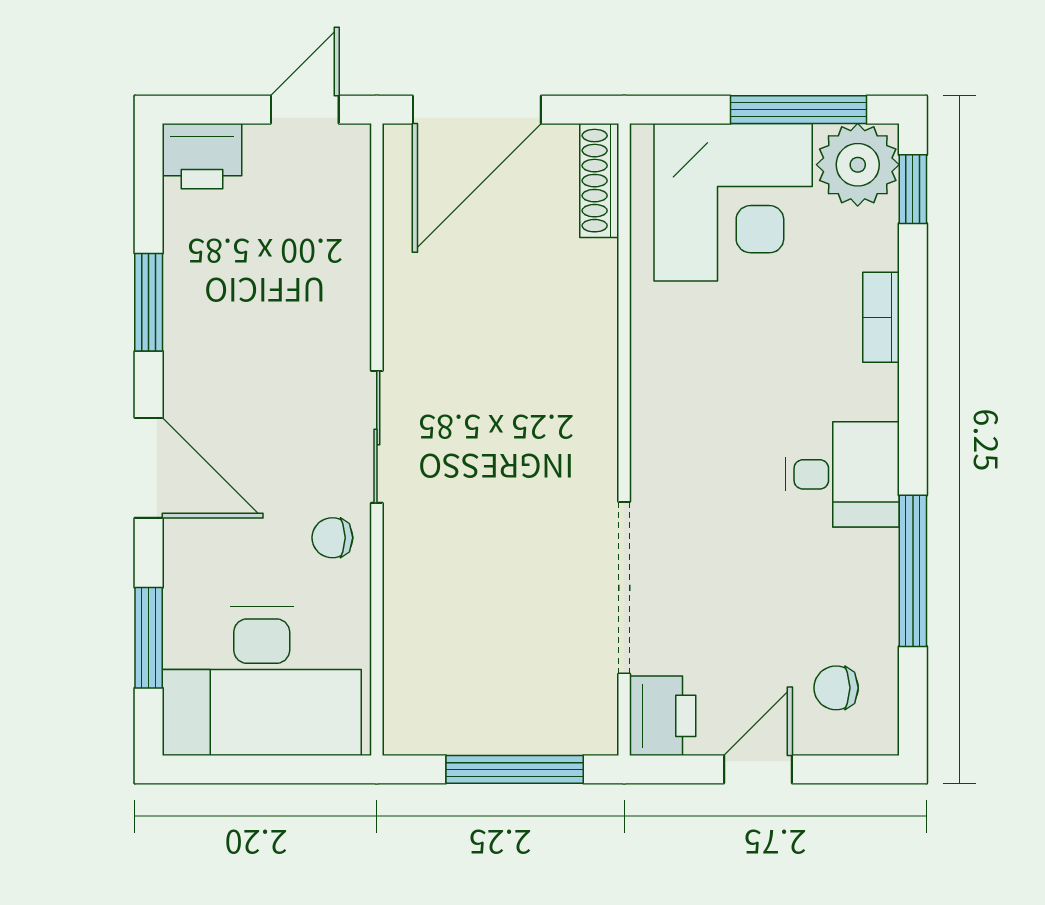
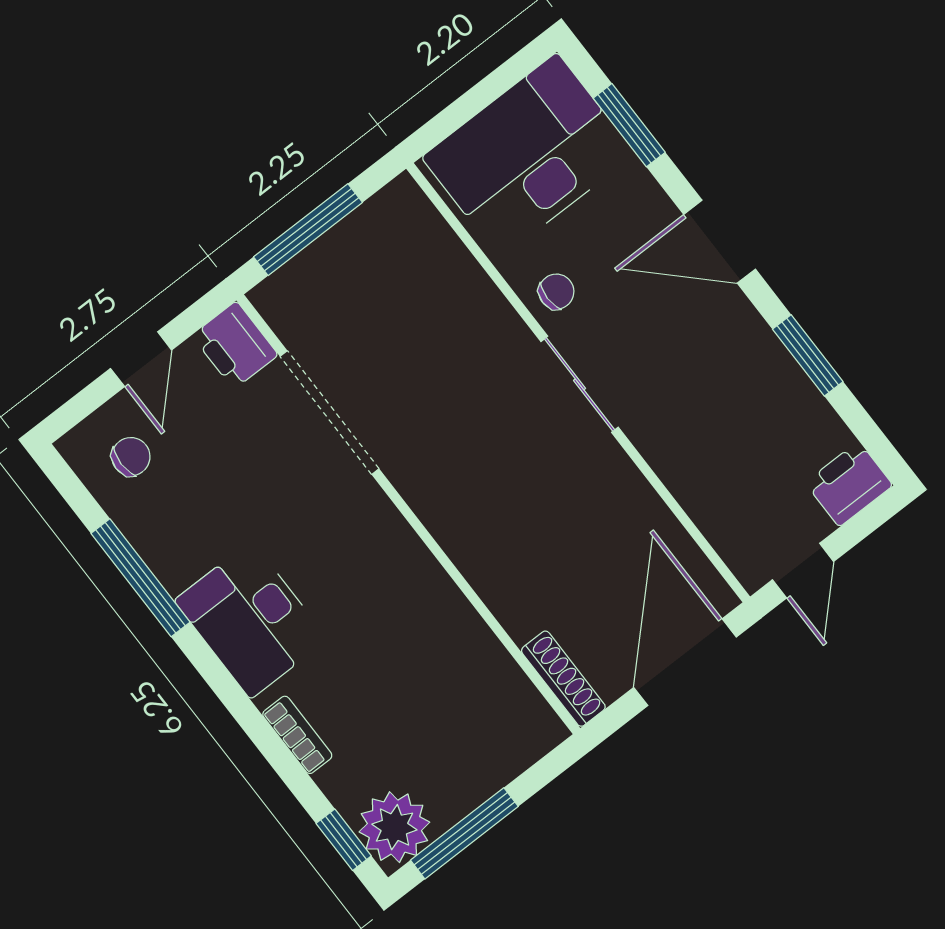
corner desk: (733, 202) -> (460, 735), removed
desk: (842, 474) -> (251, 620), width x1.37

